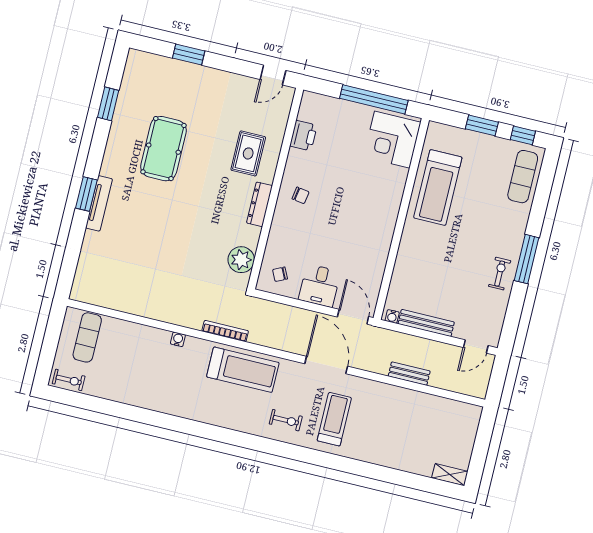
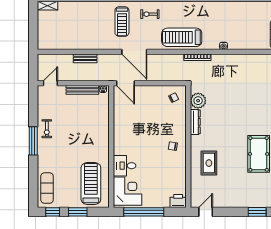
printer: (303, 136) -> (178, 201), moved, turned 90
treadmill: (438, 188) -> (91, 183), moved
dresser: (259, 204) -> (195, 122), moved
desk: (320, 286) -> (125, 166), moved, turned -90

